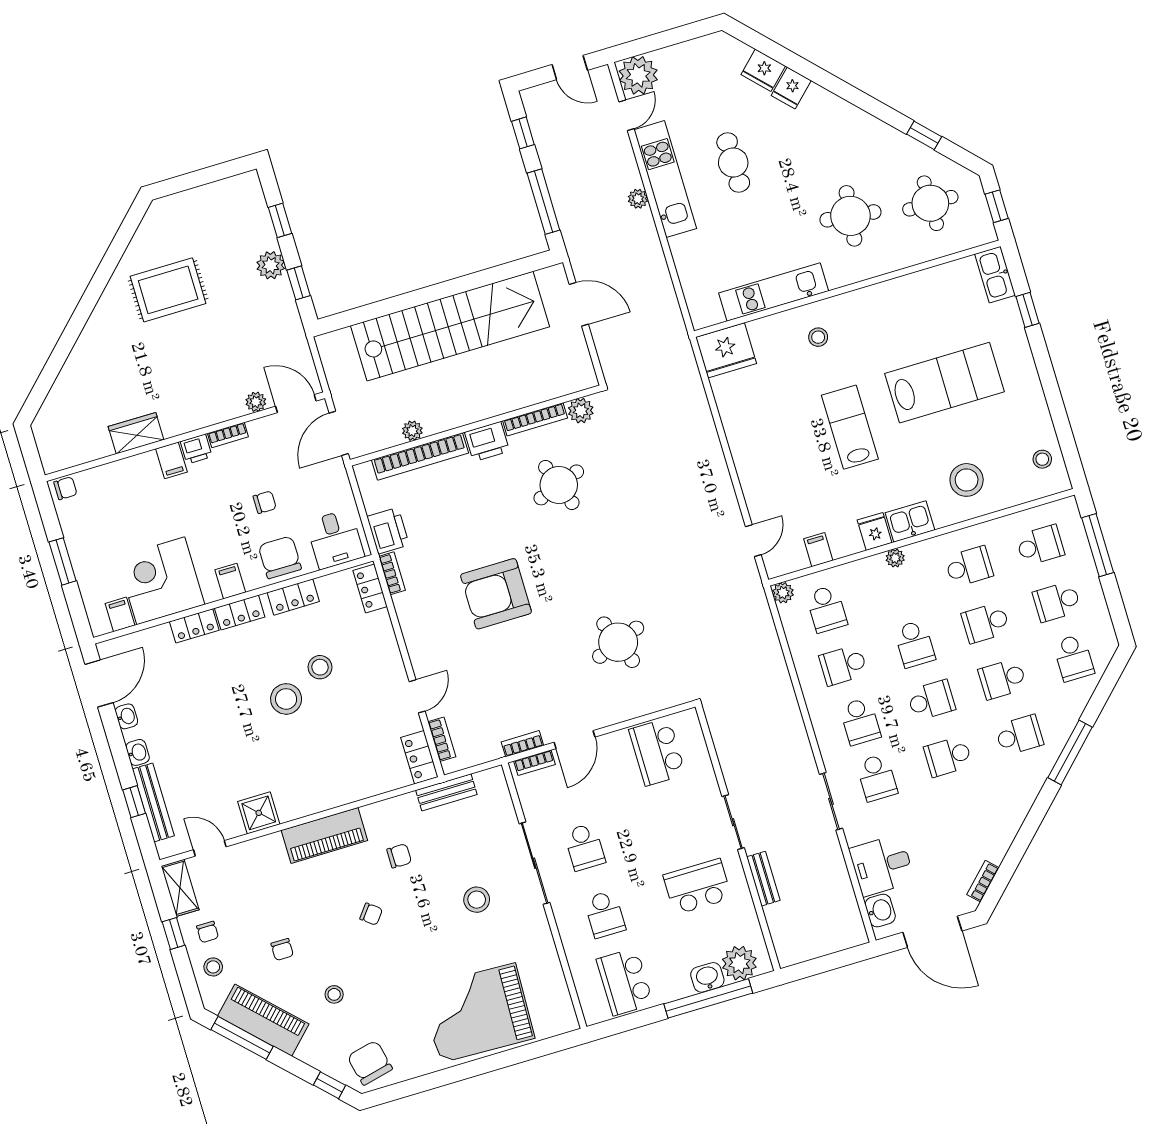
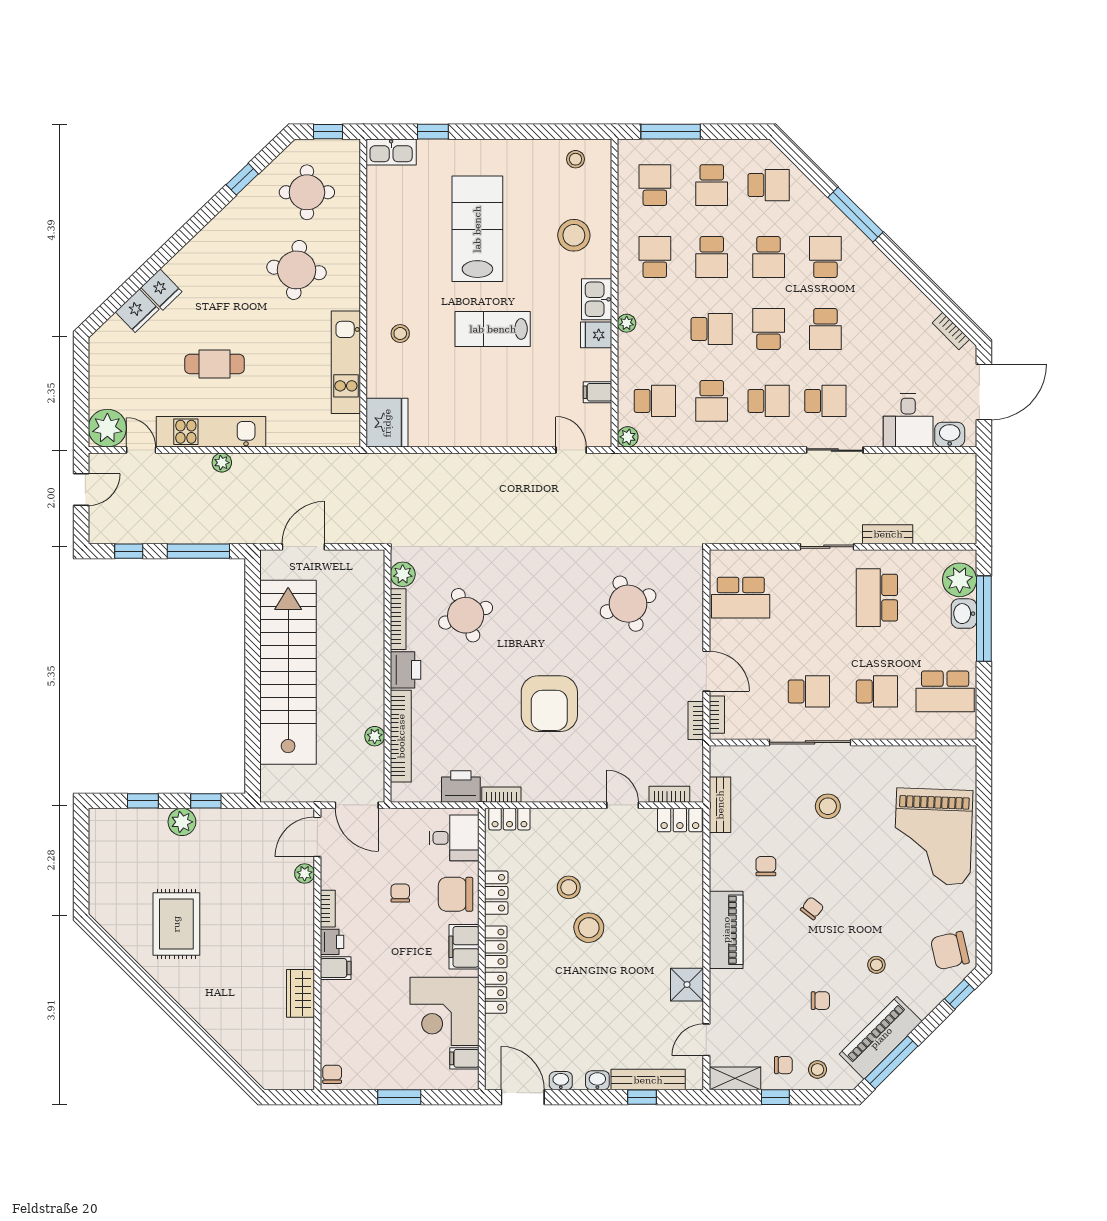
filing cabinet: (230, 581) -> (464, 947), width x2.00

